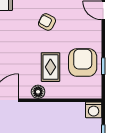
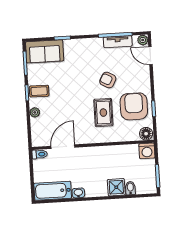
armchair: (47, 22) -> (108, 80), moved
floor lamp: (38, 92) -> (146, 134), moved

